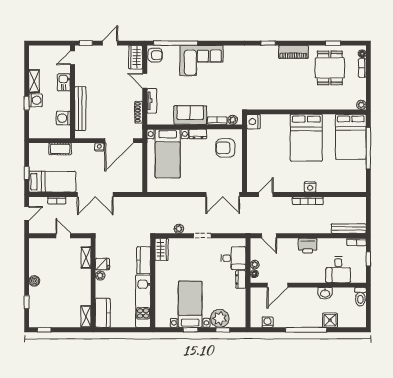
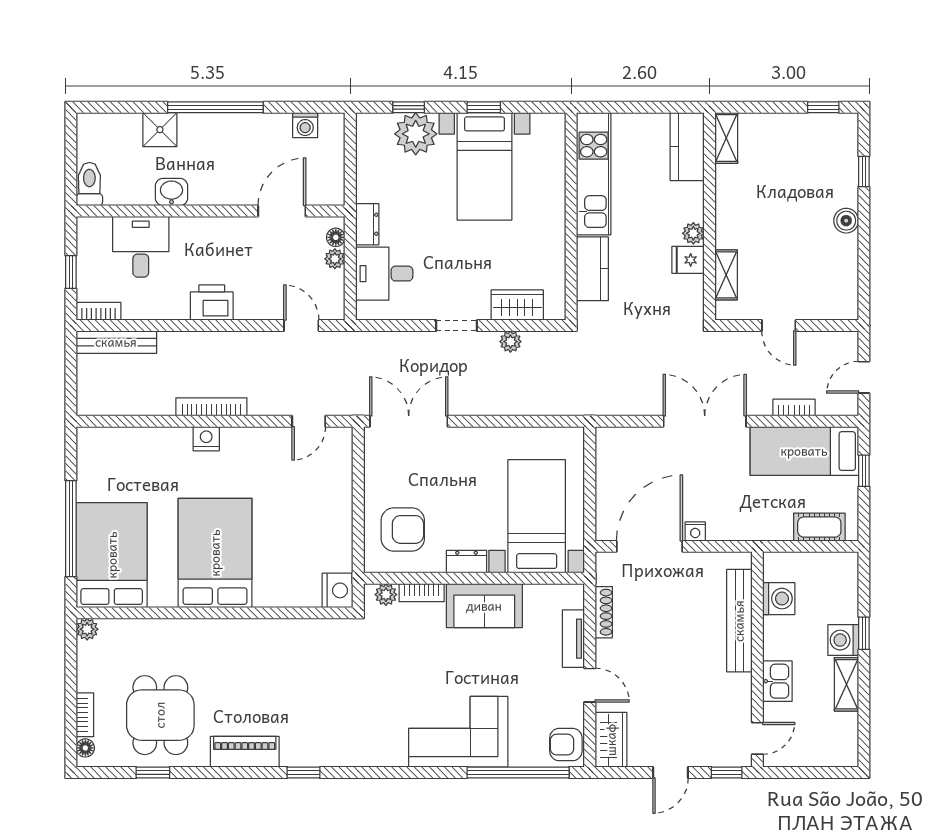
cot: (60, 149) -> (819, 527), moved
wardrobe: (162, 249) -> (517, 305), moved, turned 90

